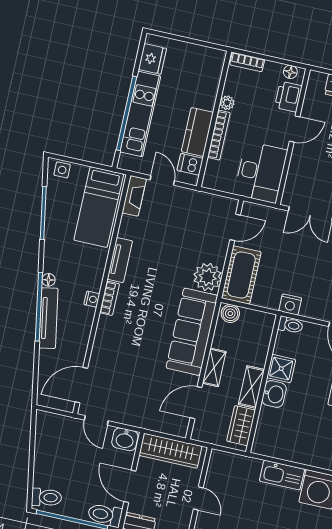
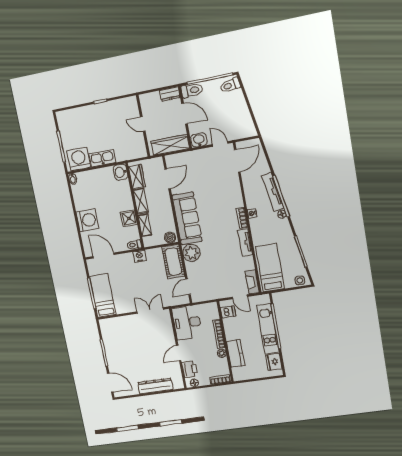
kitchen counter: (197, 132) -> (236, 354), moved
shelving: (214, 367) -> (145, 225), moved
washbasin: (274, 394) -> (121, 172), moved

